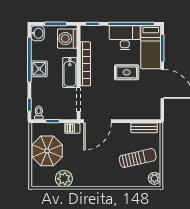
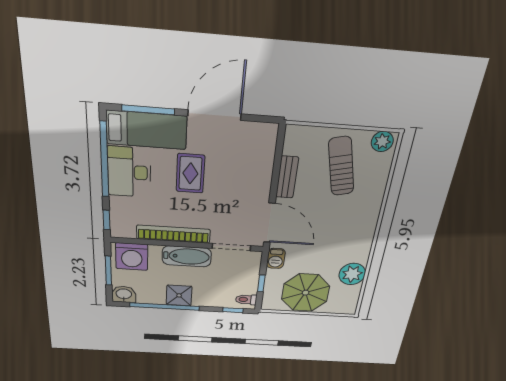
bench: (144, 128) -> (287, 177), moved

